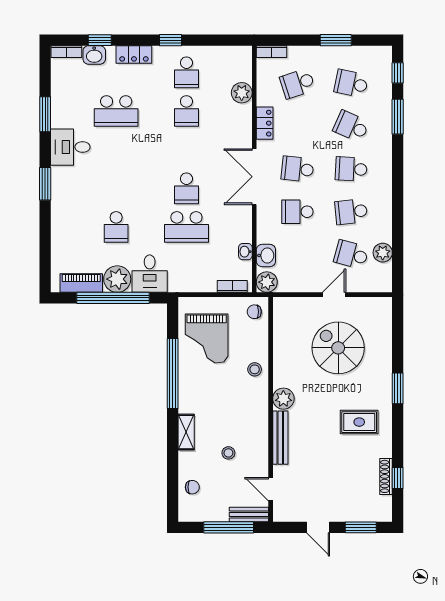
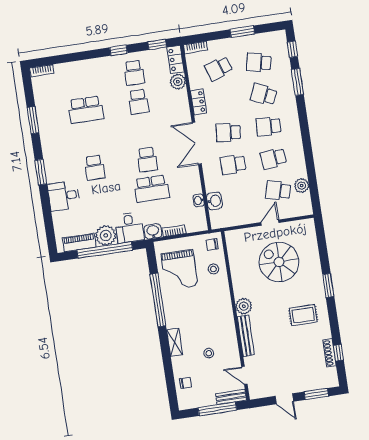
window: (100, 40) -> (157, 44), moved
locker: (134, 54) -> (176, 59), moved, turned 90
washbasin: (94, 55) -> (153, 231), moved, turned 180
desk: (70, 147) -> (64, 196), moved
school desk: (116, 227) -> (95, 168), moved
plant: (267, 282) -> (218, 221), removed
bookcase: (232, 286) -> (174, 231), moved
stool: (255, 369) -> (213, 269), moved

